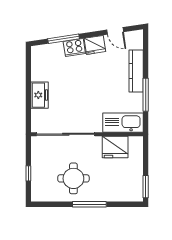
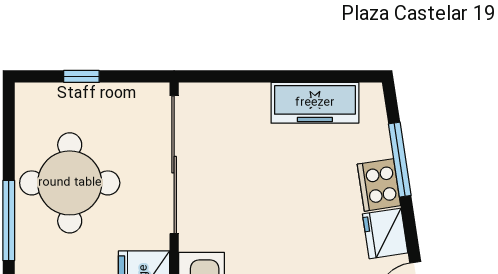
freezer: (40, 95) -> (315, 103), moved, width x1.40
round table: (73, 178) -> (70, 183), width x1.36, depth x1.36

